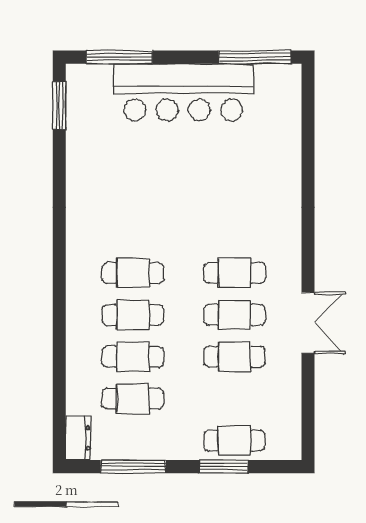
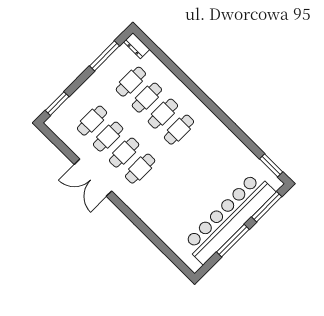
window: (255, 57) -> (233, 241), moved
bar counter: (183, 92) -> (229, 218), width x1.36
double door: (308, 323) -> (93, 178), width x1.37
cafe table: (234, 440) -> (92, 121), moved
window: (223, 467) -> (57, 104), moved

